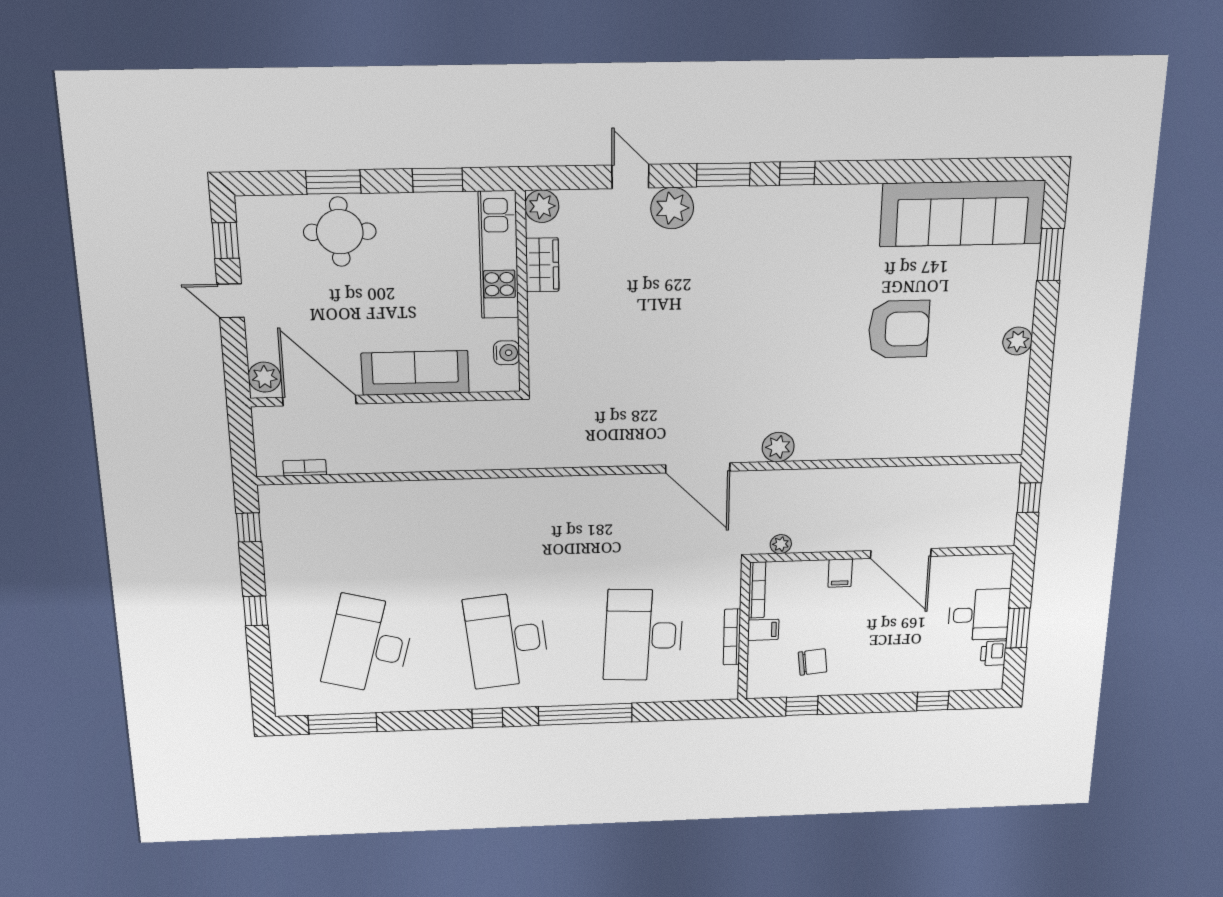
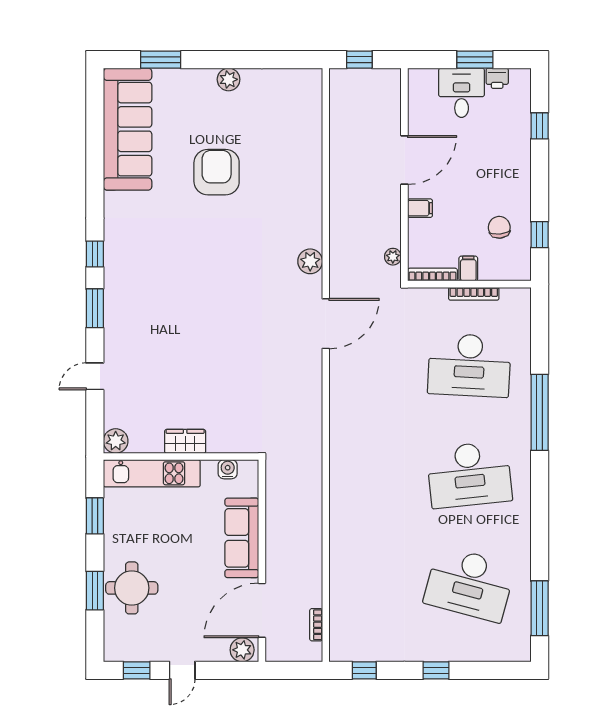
plant: (672, 208) -> (119, 346), removed
wardrobe: (542, 265) -> (185, 441), moved
window: (487, 718) -> (540, 492), removed

